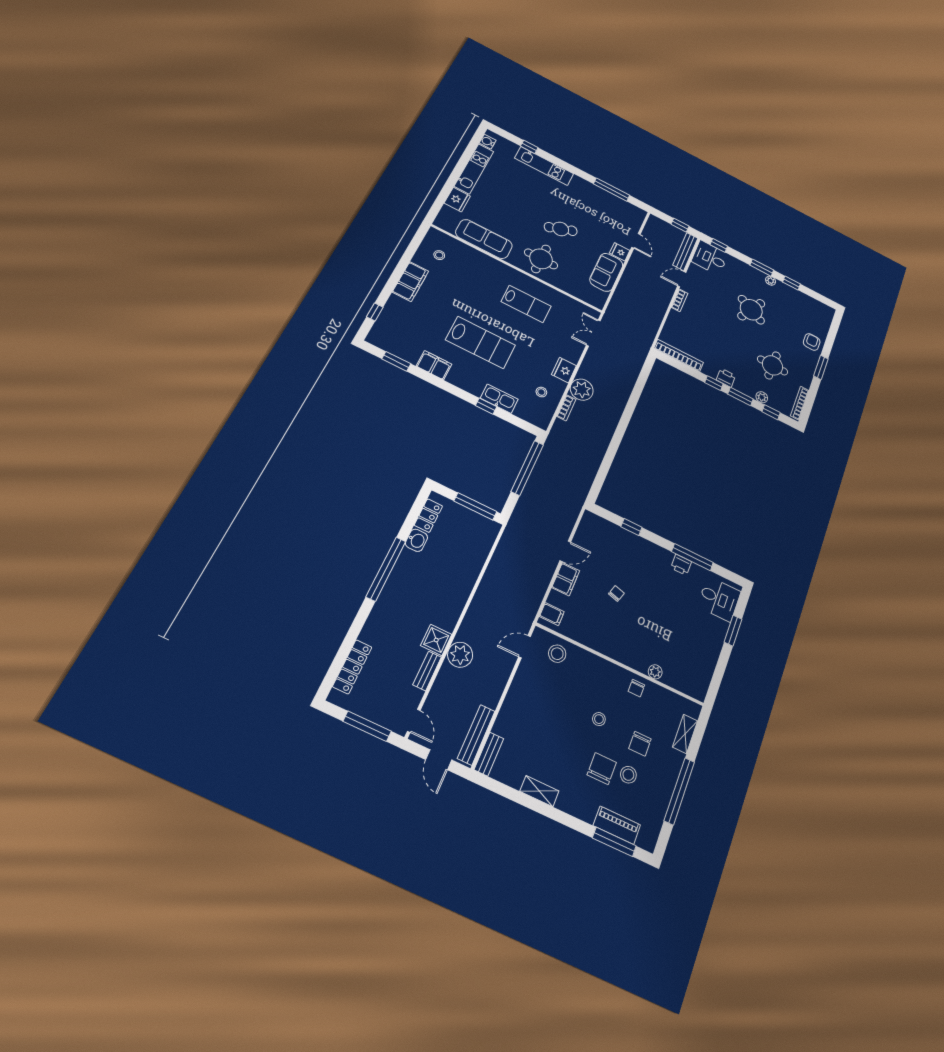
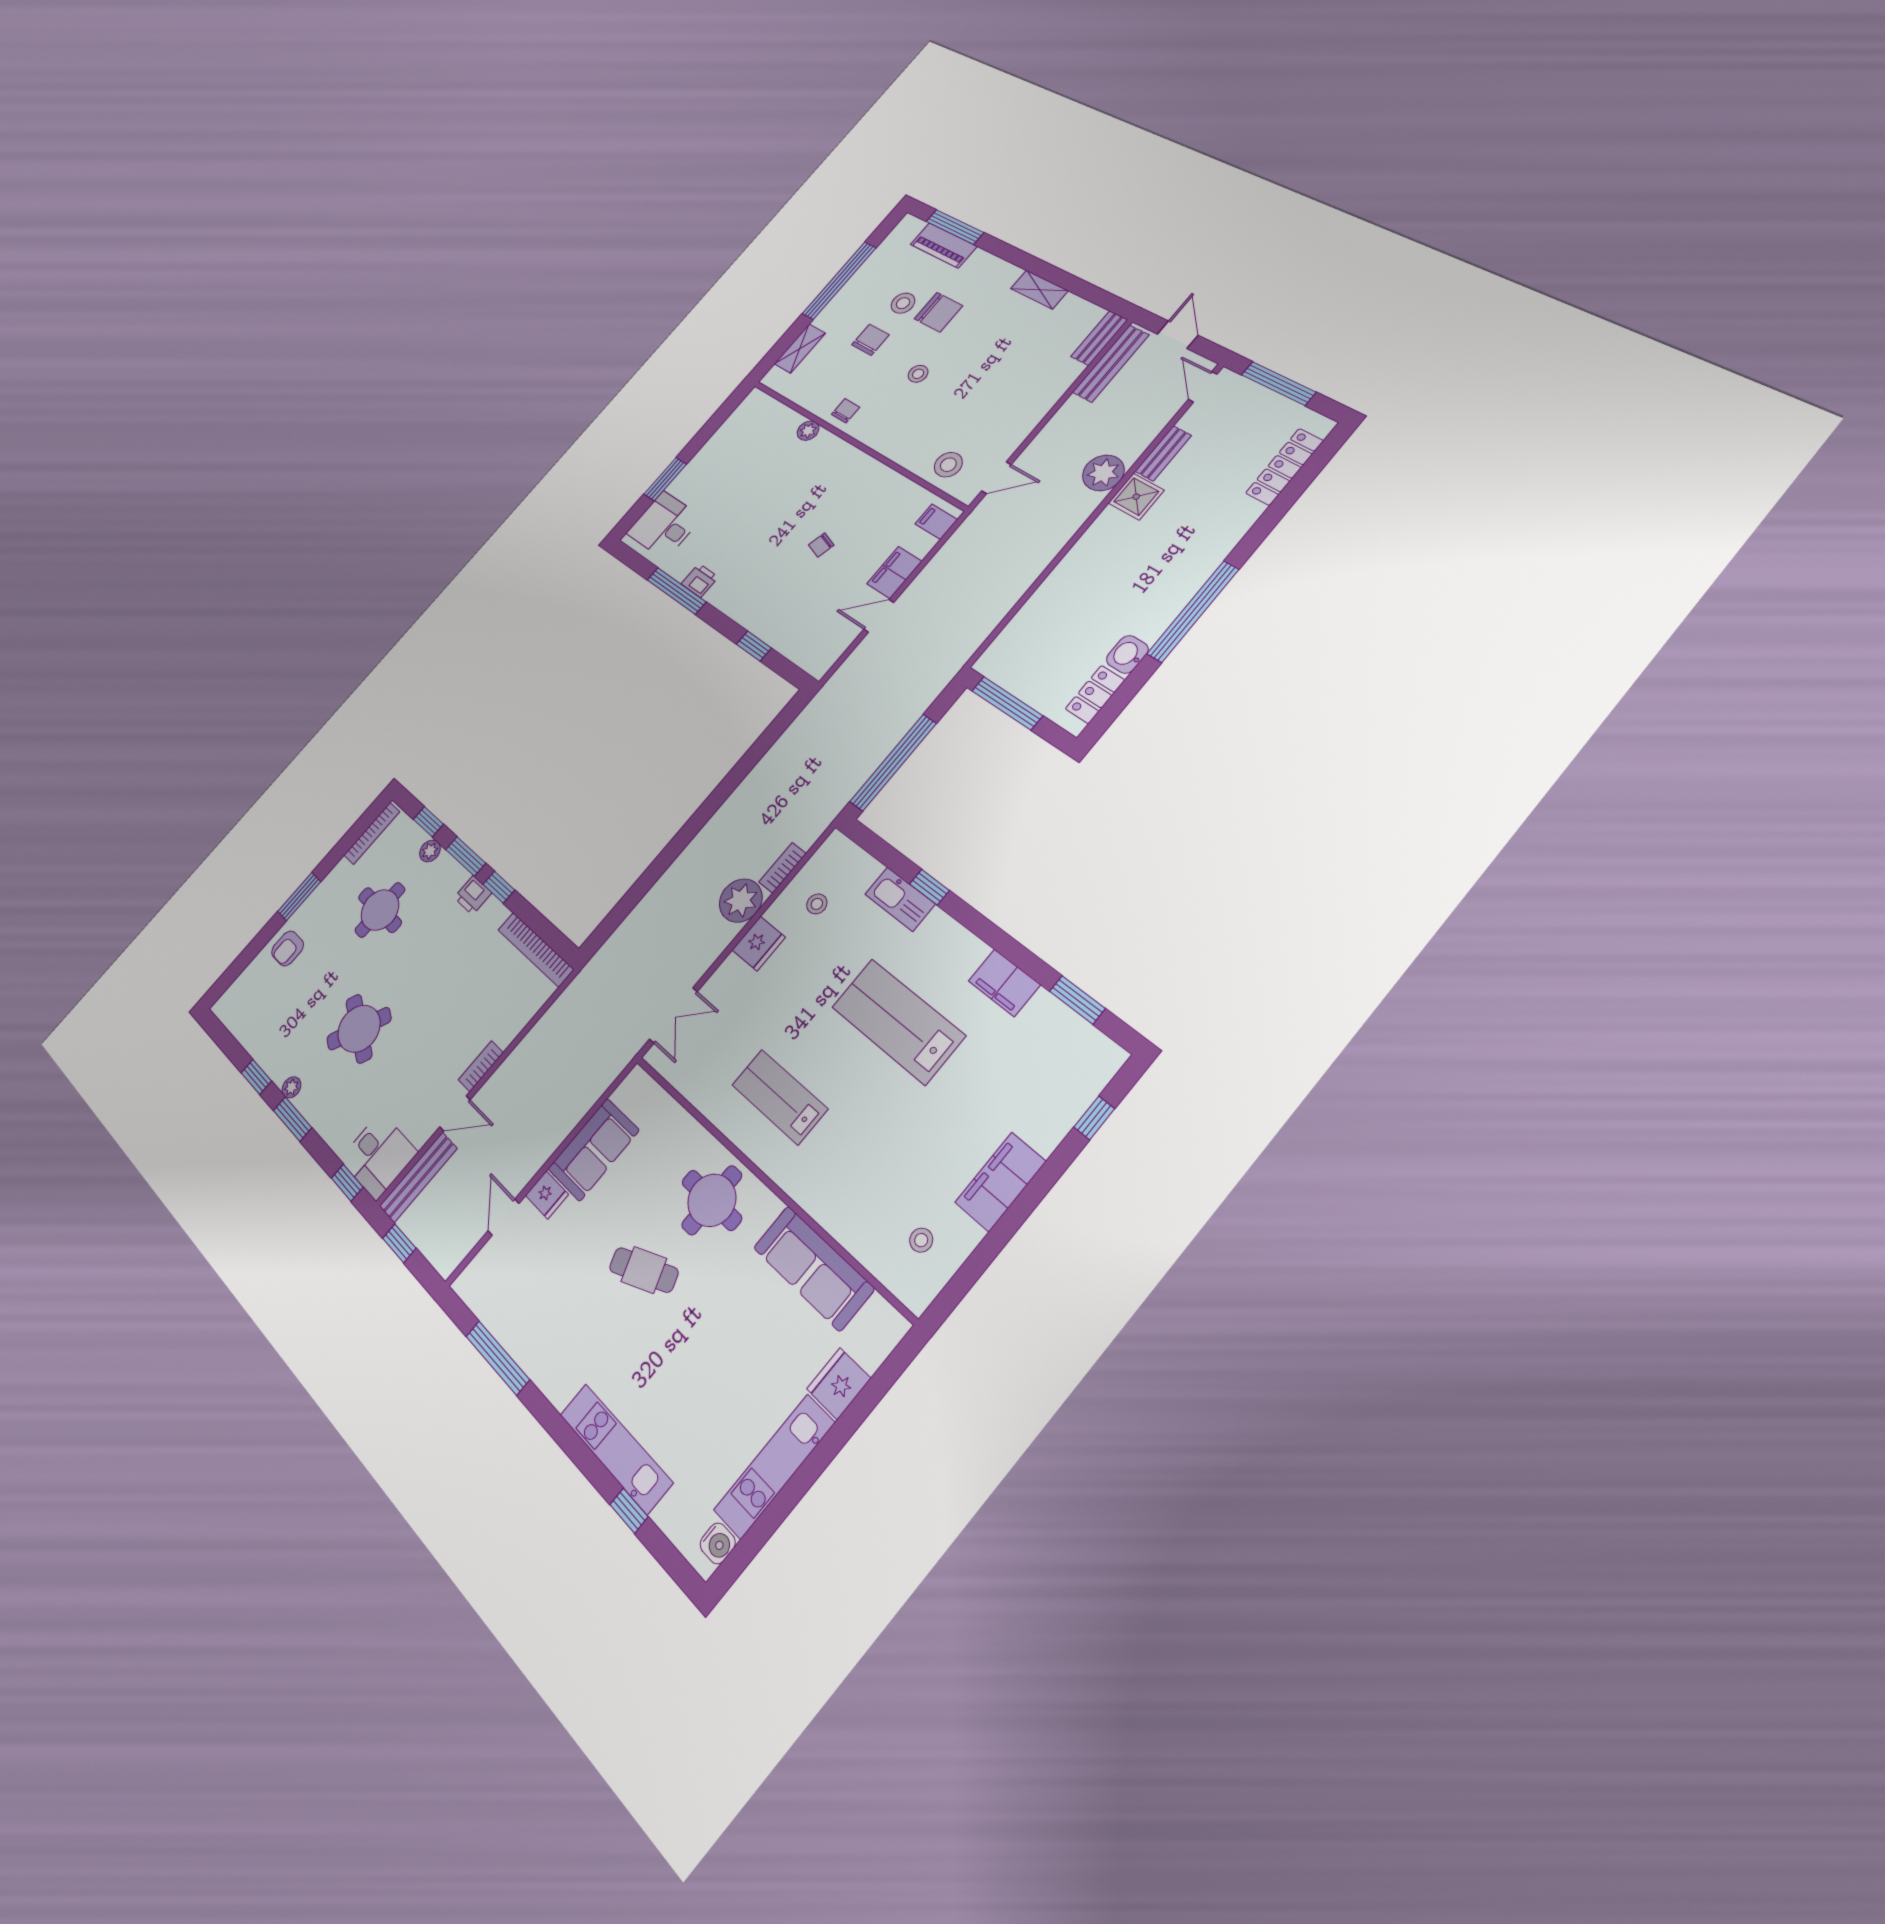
chair: (602, 769) -> (938, 312), turned -90

